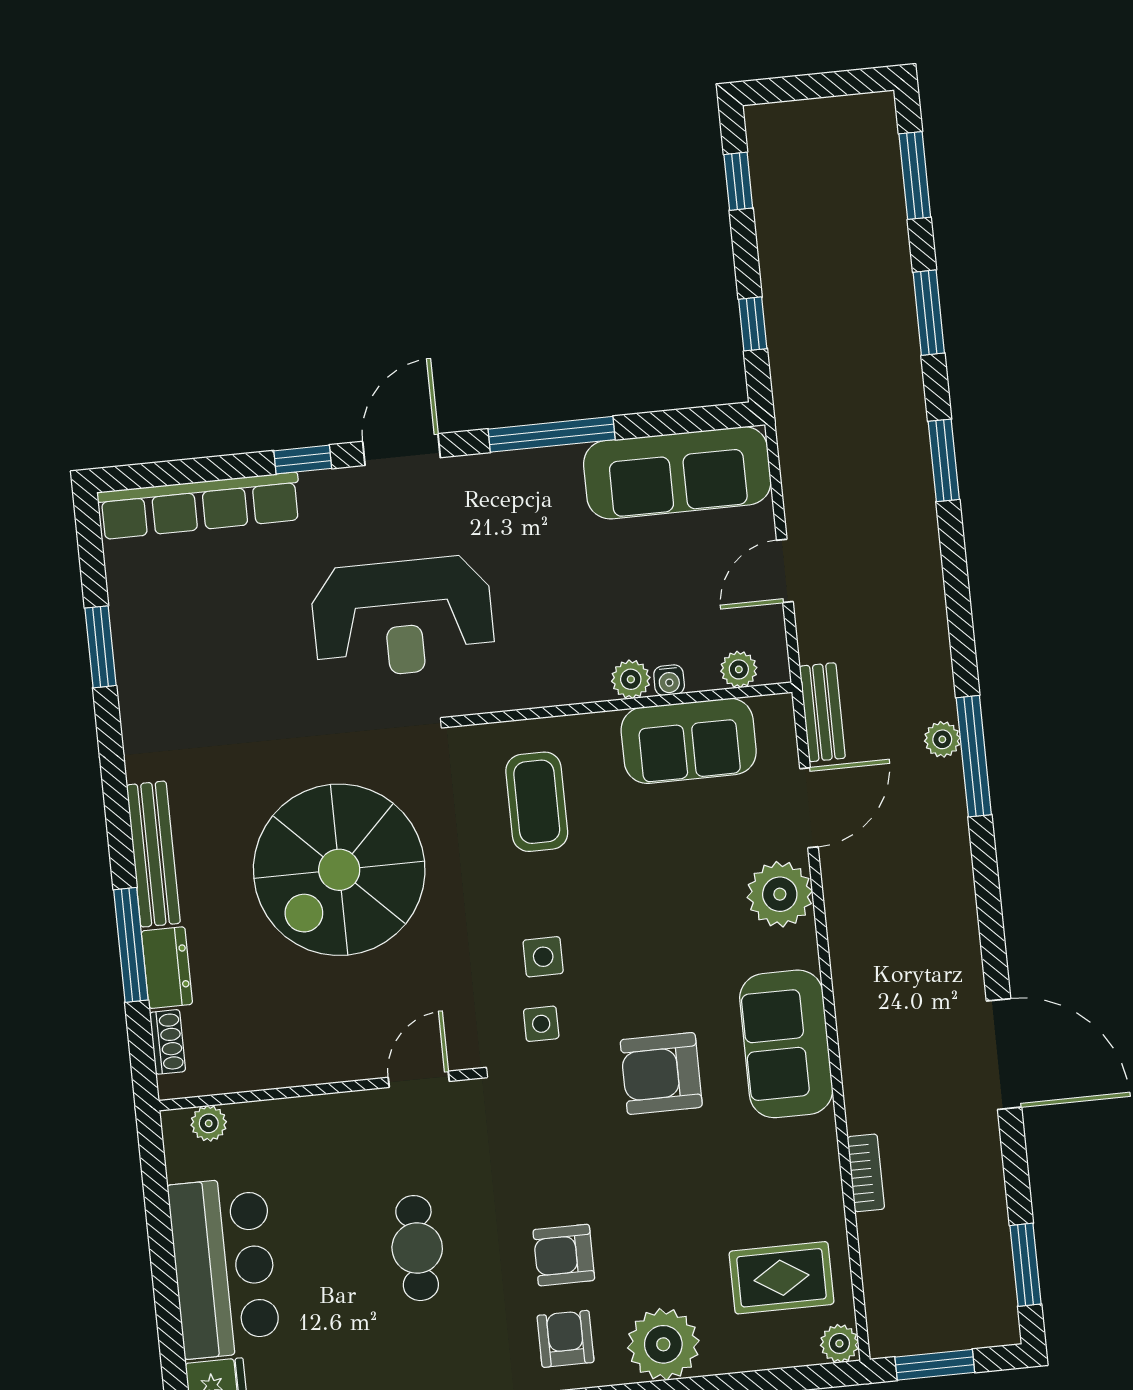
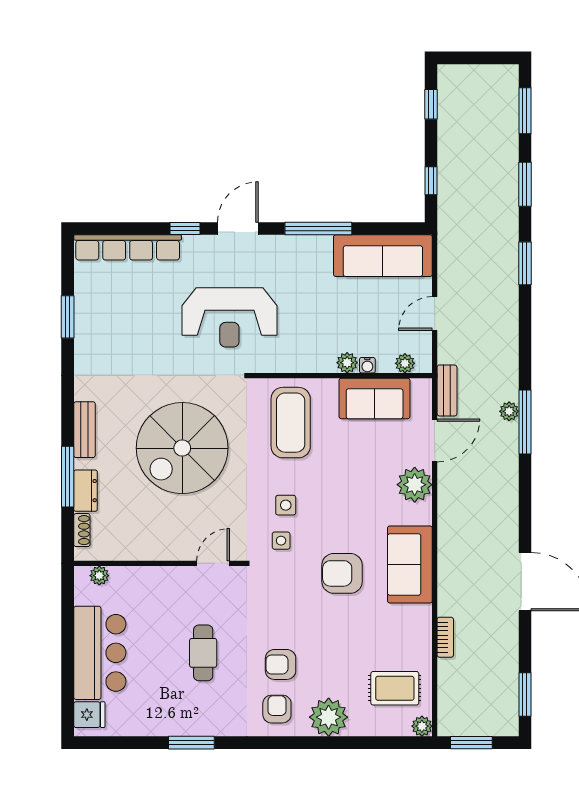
coffee table: (537, 802) -> (291, 423), width x1.36, depth x1.32
bench: (153, 854) -> (84, 430), width x0.73

